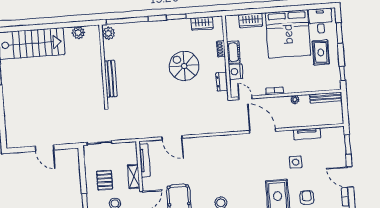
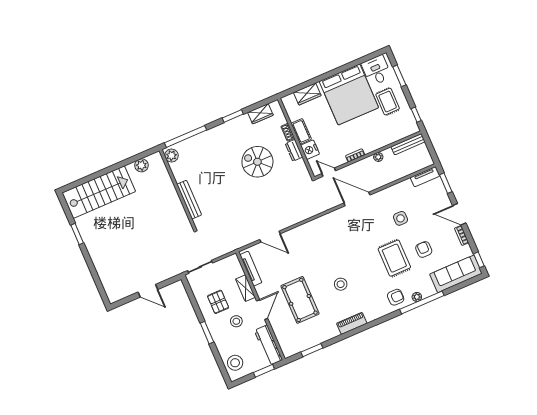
dresser: (222, 82) -> (294, 150), moved
tv unit: (307, 134) -> (425, 177), moved

